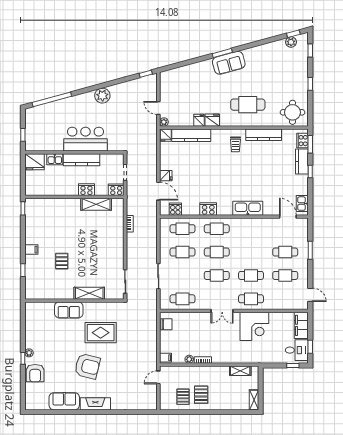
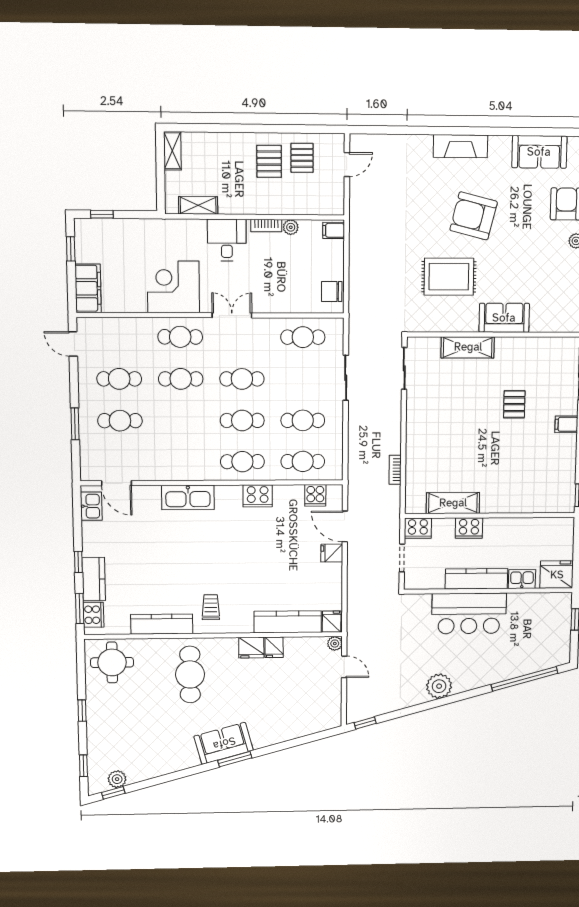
cafe table: (248, 105) -> (190, 674), turned 90
desk: (297, 350) -> (227, 240), moved, turned 90
door: (158, 377) -> (347, 165), moved
sofa: (64, 401) -> (539, 152), moved

